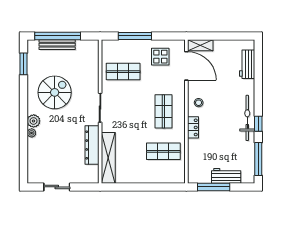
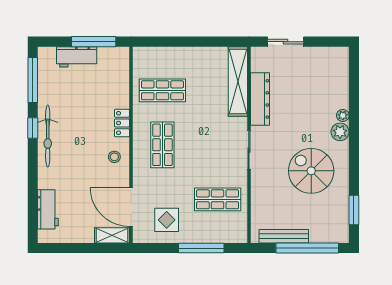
bench: (57, 45) -> (284, 236), moved
spiral stairs: (55, 92) -> (311, 171), turned 90
sliding door: (57, 187) -> (286, 42), moved

